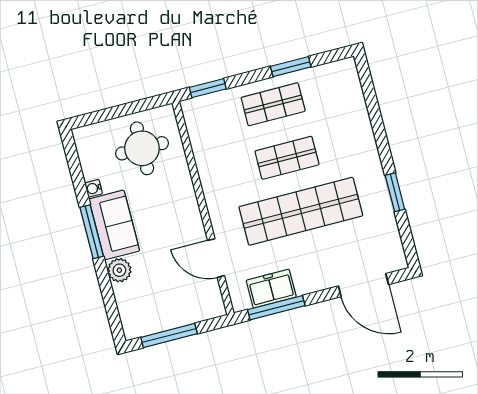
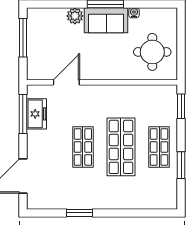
shop shelf: (287, 158) -> (121, 147), width x1.43, depth x1.36
shop shelf: (301, 211) -> (83, 147), width x0.50, depth x0.74

